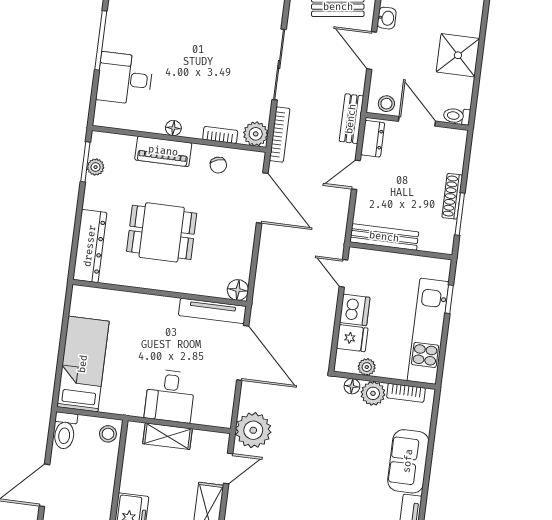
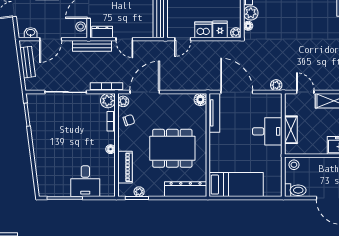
bench: (351, 119) -> (92, 46), width x1.36
piano: (163, 151) -> (125, 167), moved
plant: (251, 159) -> (123, 101), added
dining table: (162, 232) -> (172, 148), width x1.37
door: (243, 353) -> (237, 92), hinge flipped
bed: (83, 364) -> (236, 185), moved, turned 180
plant: (367, 367) -> (236, 33), moved
plant: (253, 430) -> (276, 85), width x0.53, depth x0.53

